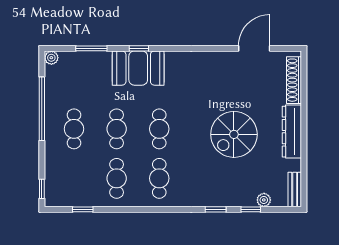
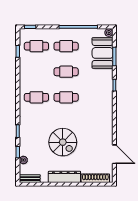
booth: (138, 68) -> (103, 53), moved
spiral stairs: (234, 134) -> (63, 142), turned 180
cafe table: (117, 178) -> (36, 46), moved

